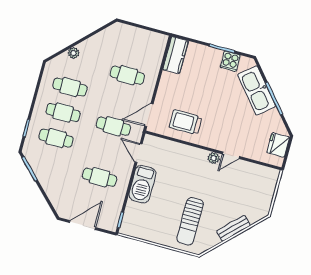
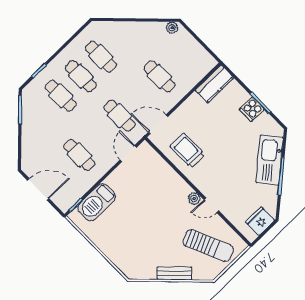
plant: (73, 53) -> (172, 28), moved
cooker: (230, 61) -> (252, 109), moved
barbecue: (142, 184) -> (97, 202), moved
sun lounger: (190, 221) -> (208, 246), moved, turned -114

